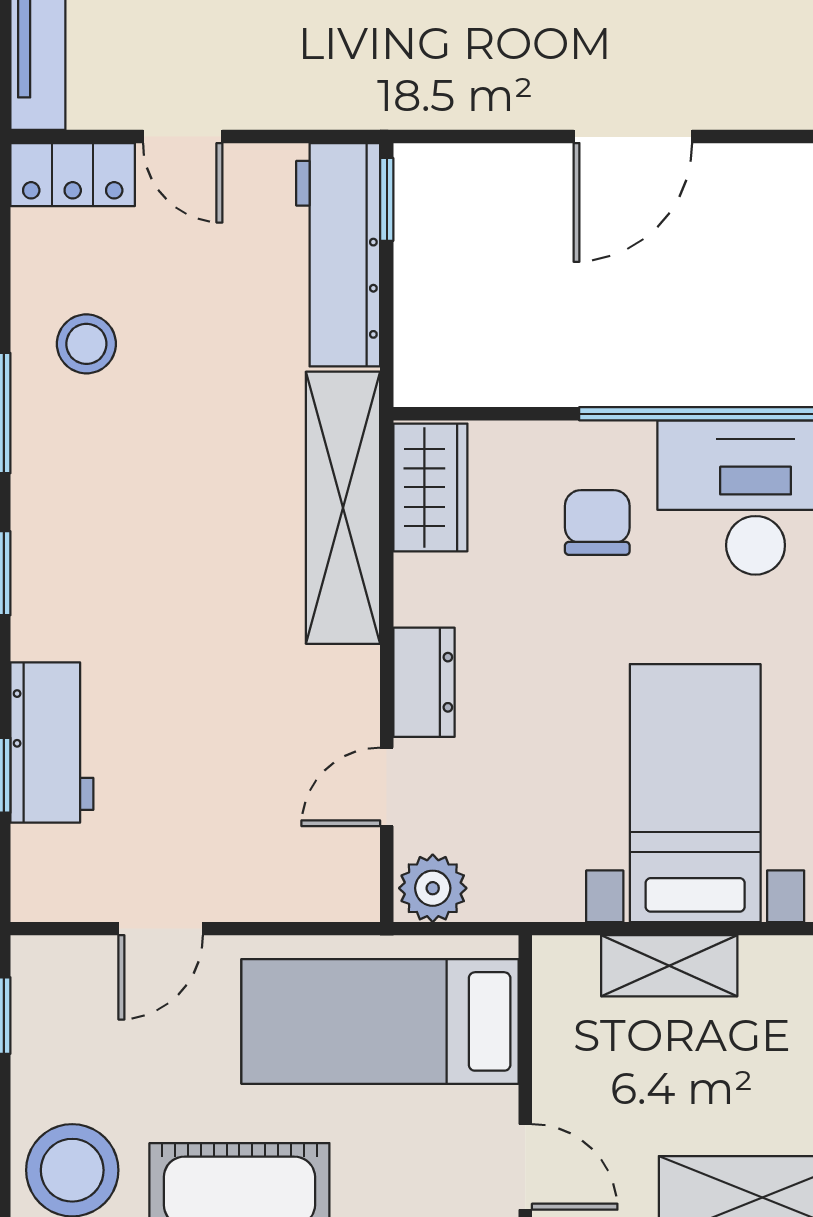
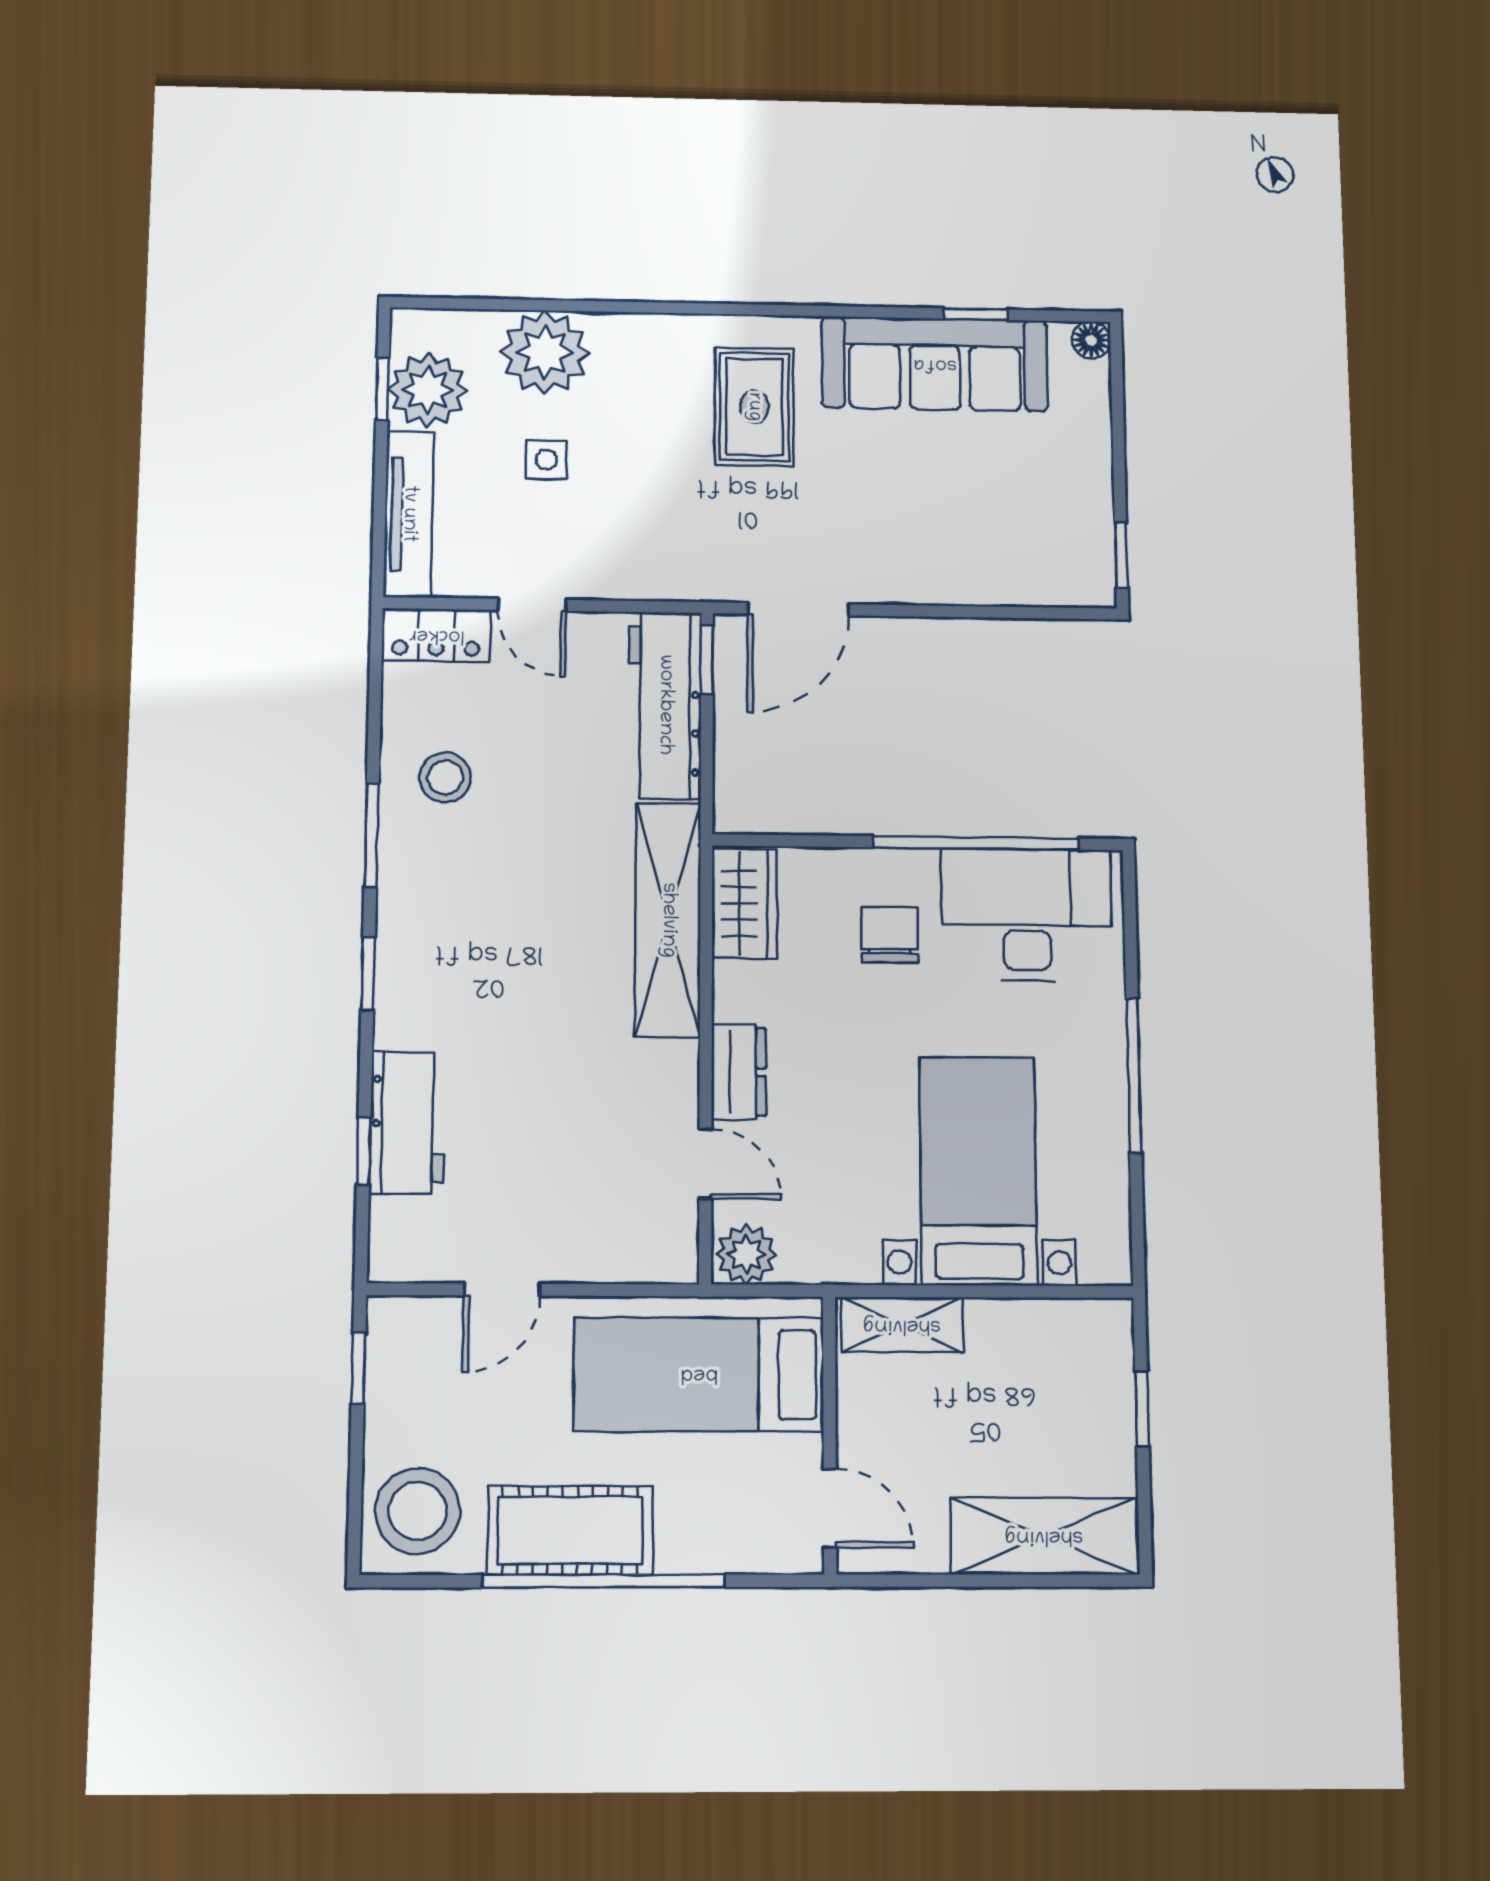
door: (633, 137) -> (798, 609), moved
door: (387, 787) -> (705, 1164), swing flipped
shelving: (669, 966) -> (902, 1325), moved

